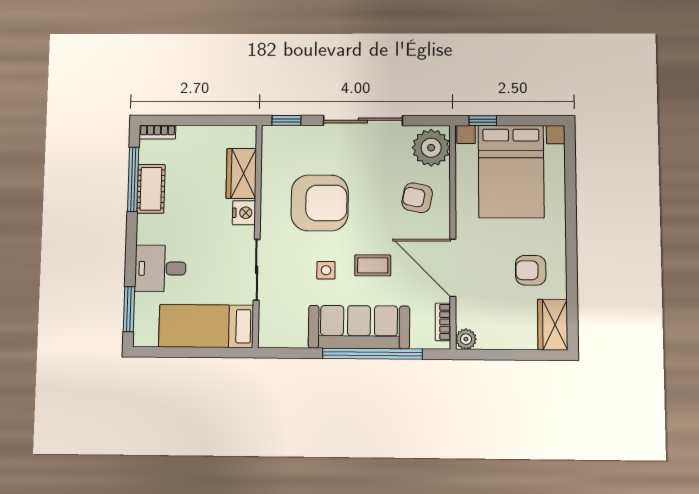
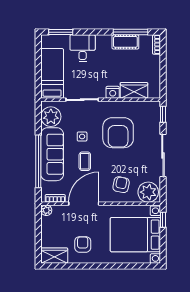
plant: (288, 329) -> (51, 117), added

